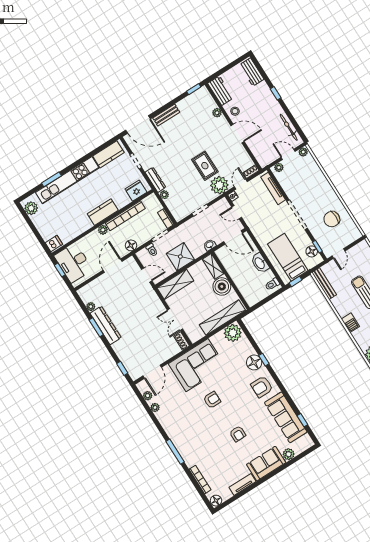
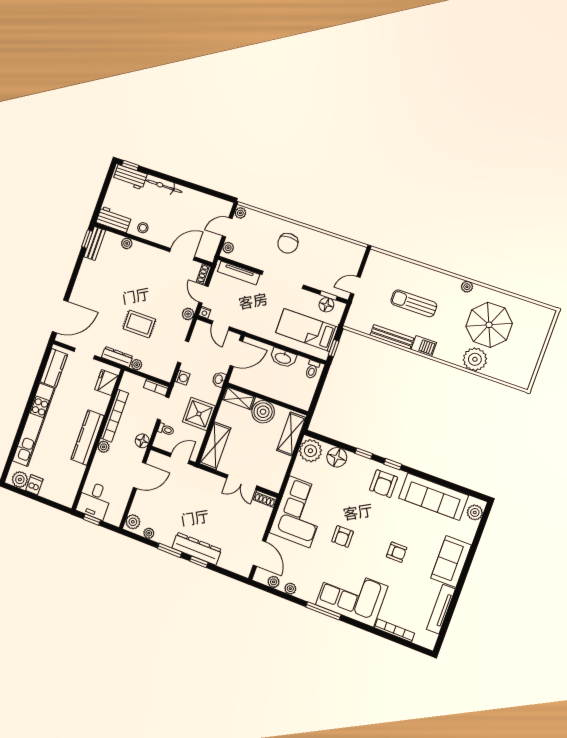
window: (276, 93) -> (130, 165), moved
bench: (166, 115) -> (95, 244), moved
bicycle: (289, 127) -> (164, 186), moved
door: (238, 134) -> (182, 254), moved
rug: (205, 166) -> (139, 324), moved
window: (51, 179) -> (18, 436), removed
plant: (219, 185) -> (188, 314), width x0.53, depth x0.53
kitchen counter: (103, 212) -> (87, 438), width x1.50
door: (237, 212) -> (221, 325), hinge flipped
chair: (332, 219) -> (288, 243), moved
washing machine: (187, 226) -> (183, 378), added
dishwasher: (54, 243) -> (34, 485), moved
door: (338, 253) -> (355, 285), swing flipped
desk: (73, 263) -> (94, 500), width x0.73
door: (113, 266) -> (139, 475), swing flipped
bench: (324, 284) -> (392, 337), moved
plant: (86, 292) -> (133, 522), added
shelving: (222, 318) -> (291, 434), width x0.68
dresser: (106, 325) -> (197, 549), moved
floor lamp: (254, 362) -> (337, 457), moved
window: (122, 368) -> (199, 562), moved
armchair: (212, 400) -> (342, 537), turned 180
window: (302, 420) -> (393, 464), moved
corner sofa: (190, 440) -> (352, 595), added
window: (175, 452) -> (323, 611), moved
plant: (289, 454) -> (475, 512), moved
tv unit: (243, 484) -> (441, 609), width x1.41
floor lamp: (216, 501) -> (429, 641), removed

